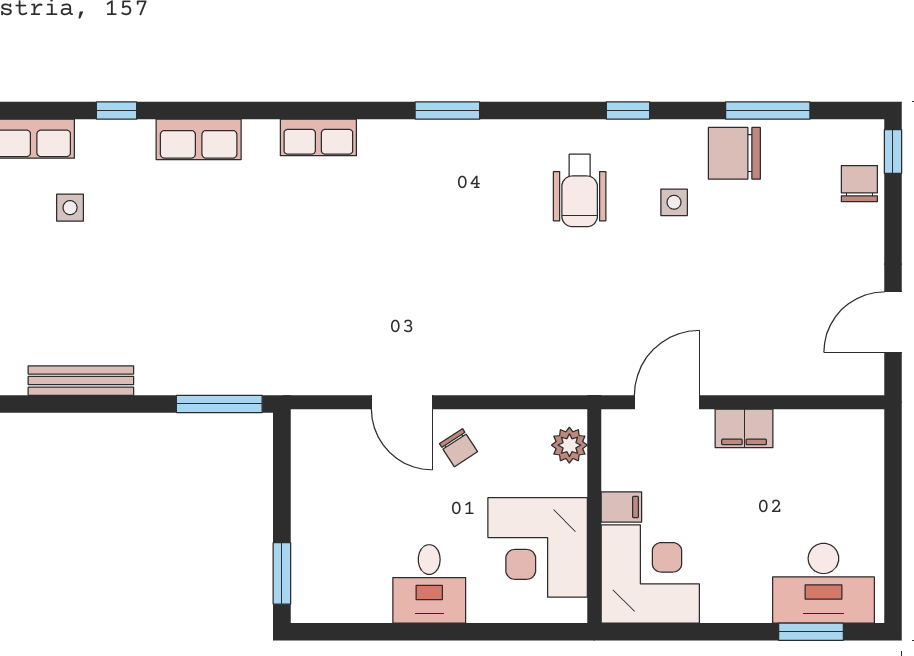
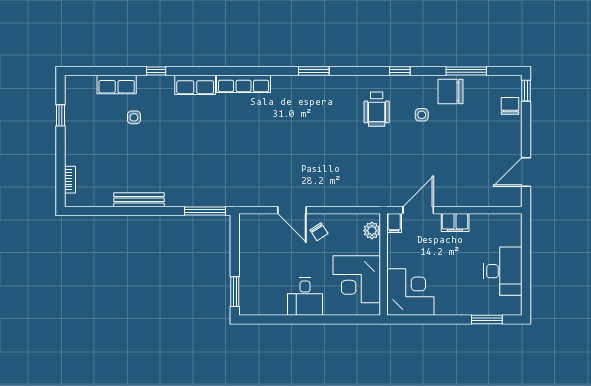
row of seats: (318, 137) -> (244, 84), width x1.48
filing cabinet: (621, 507) -> (394, 223), moved, turned 90
desk: (823, 583) -> (503, 271), moved, turned -90

